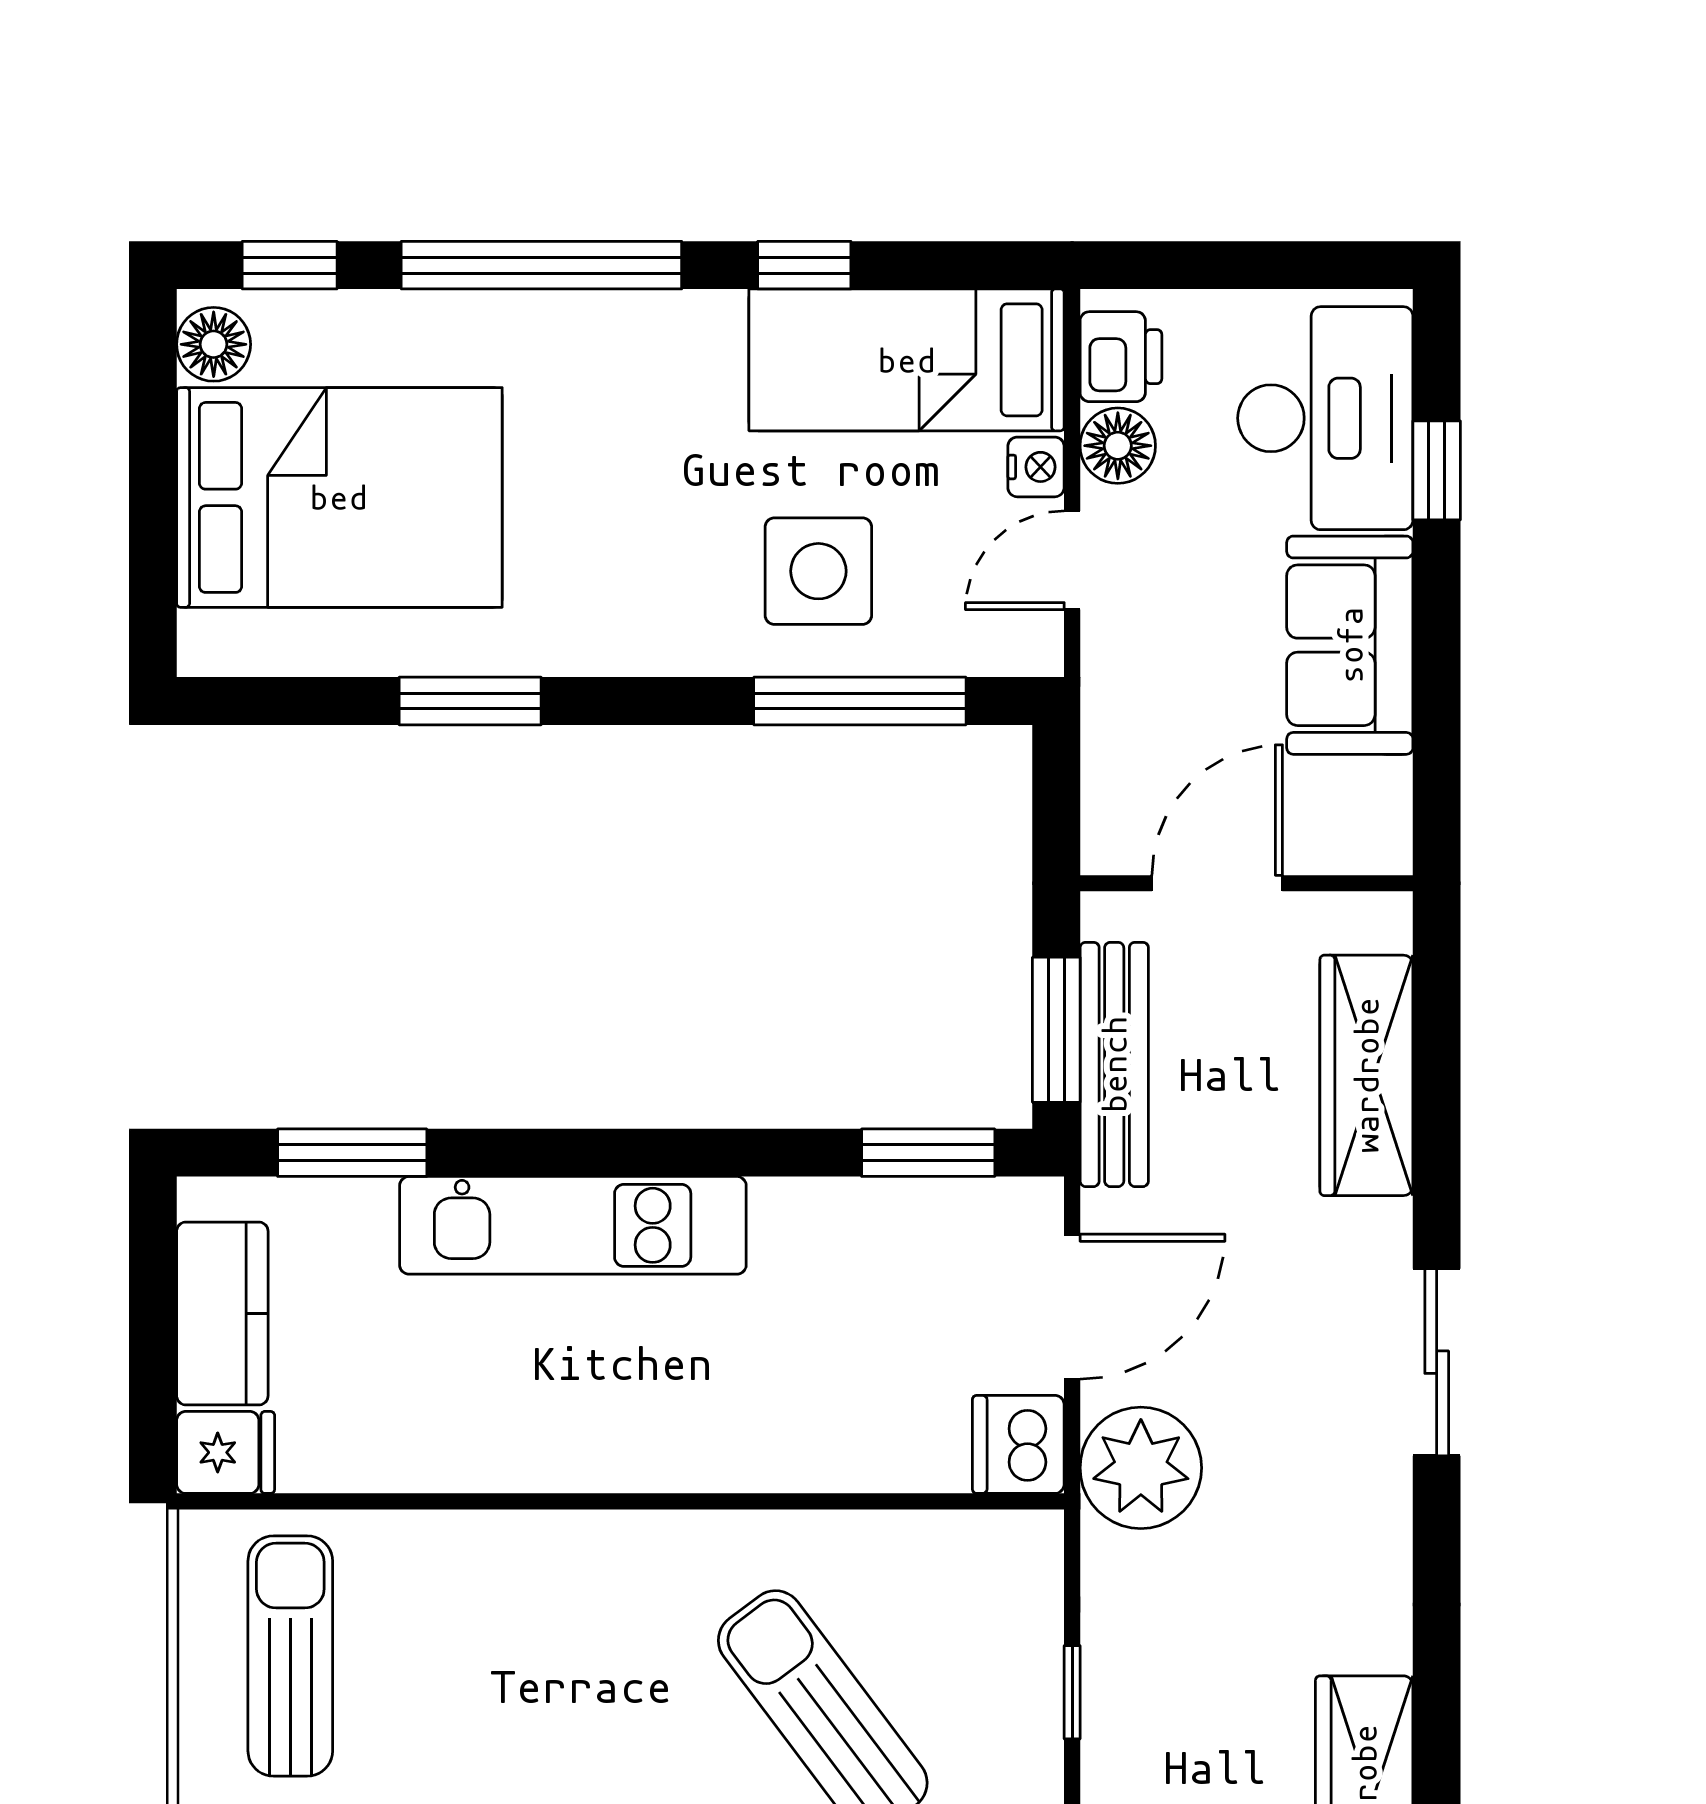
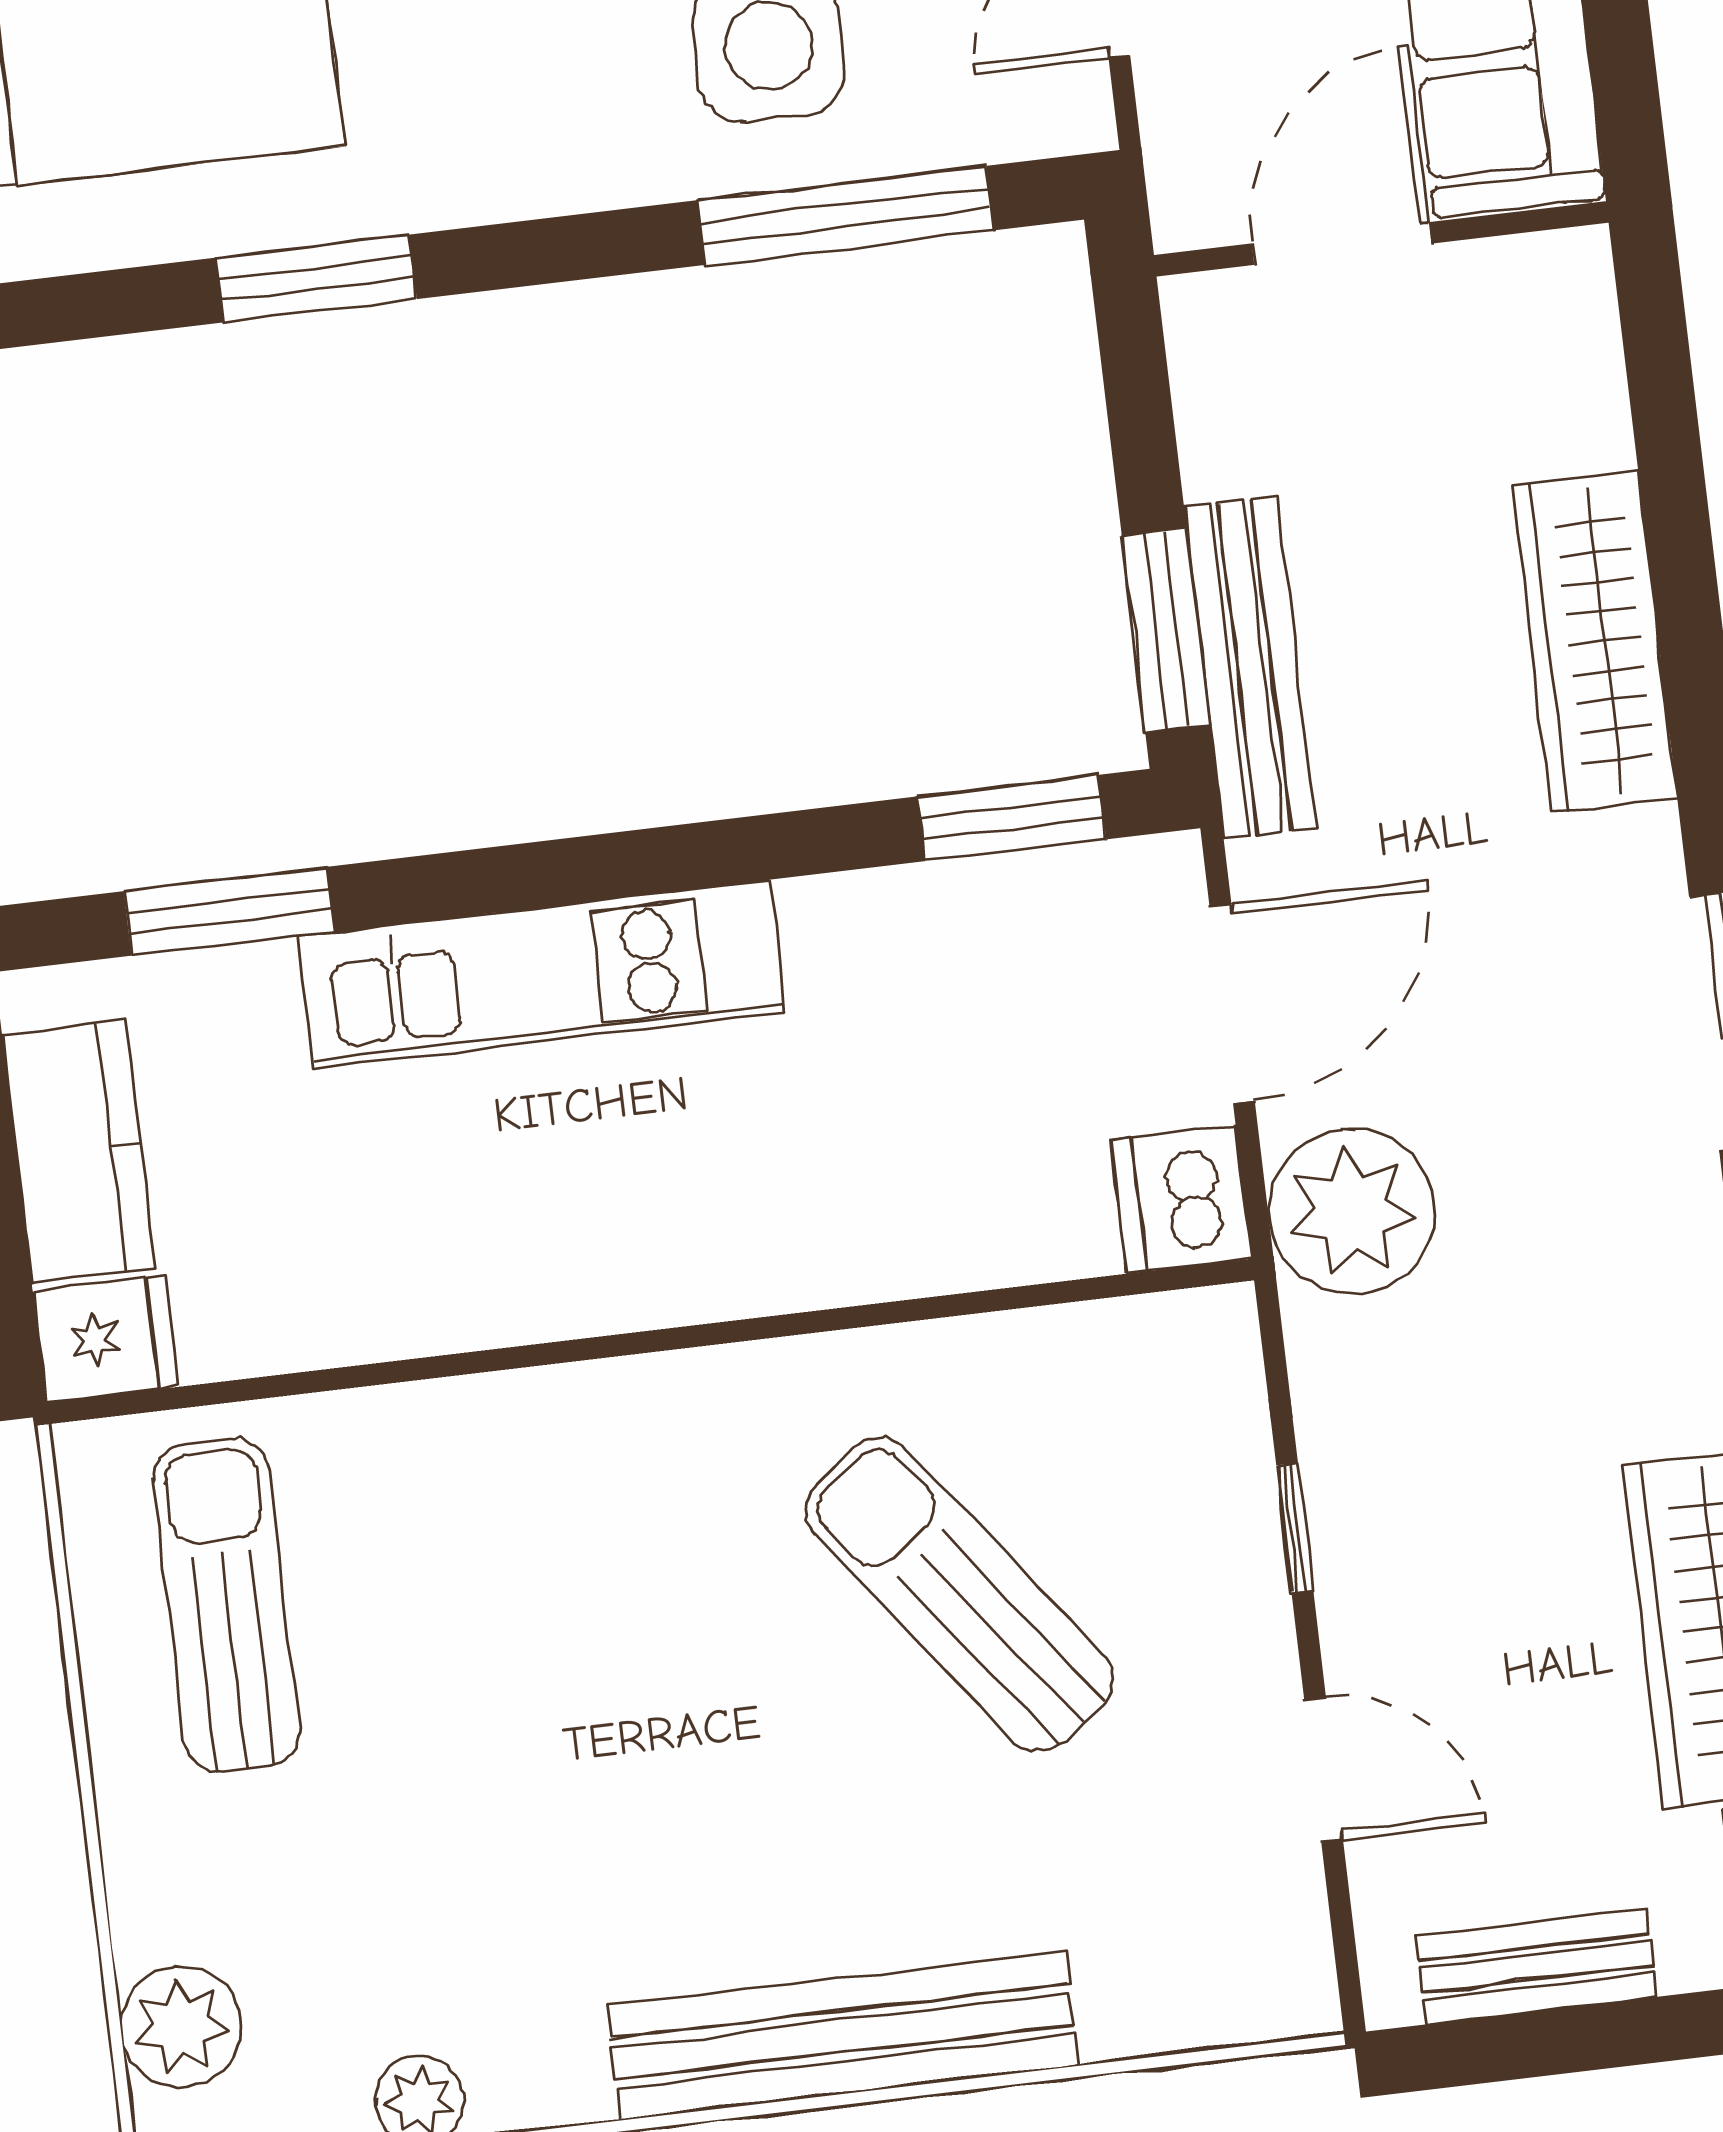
door: (1217, 883) -> (1342, 244), moved
wall: (1246, 883) -> (1381, 239), moved

